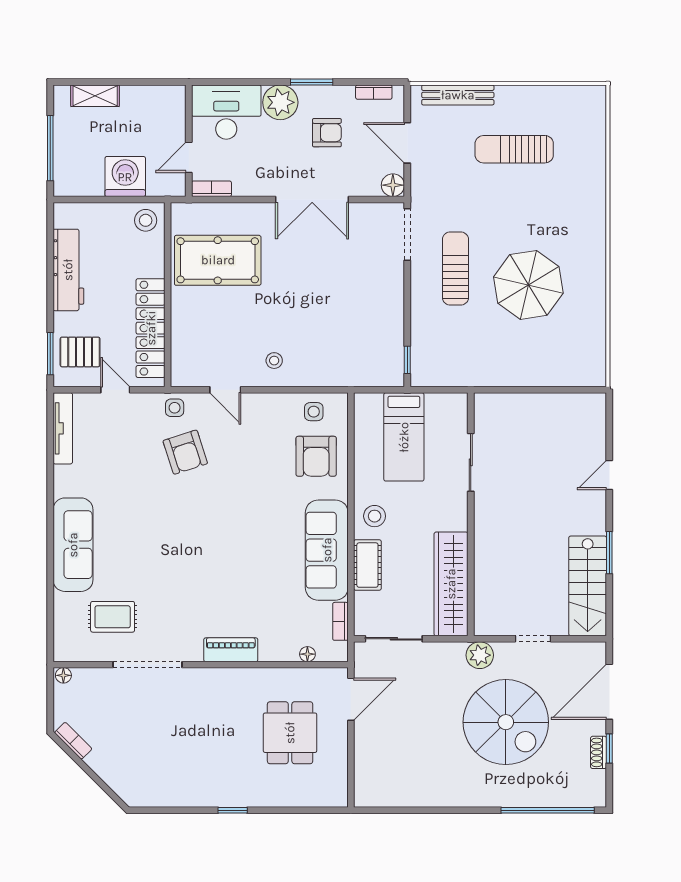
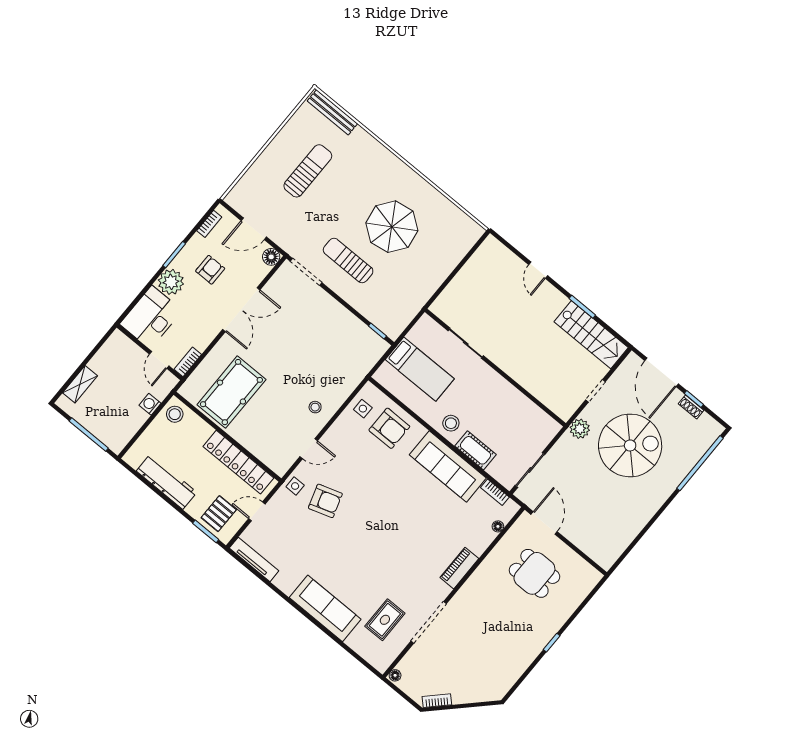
bench: (458, 95) -> (332, 112), moved, turned 90
sun lounger: (514, 149) -> (308, 171), turned 180
washing machine: (125, 177) -> (150, 404), width x0.53, depth x0.53
wardrobe: (451, 584) -> (526, 412), removed

